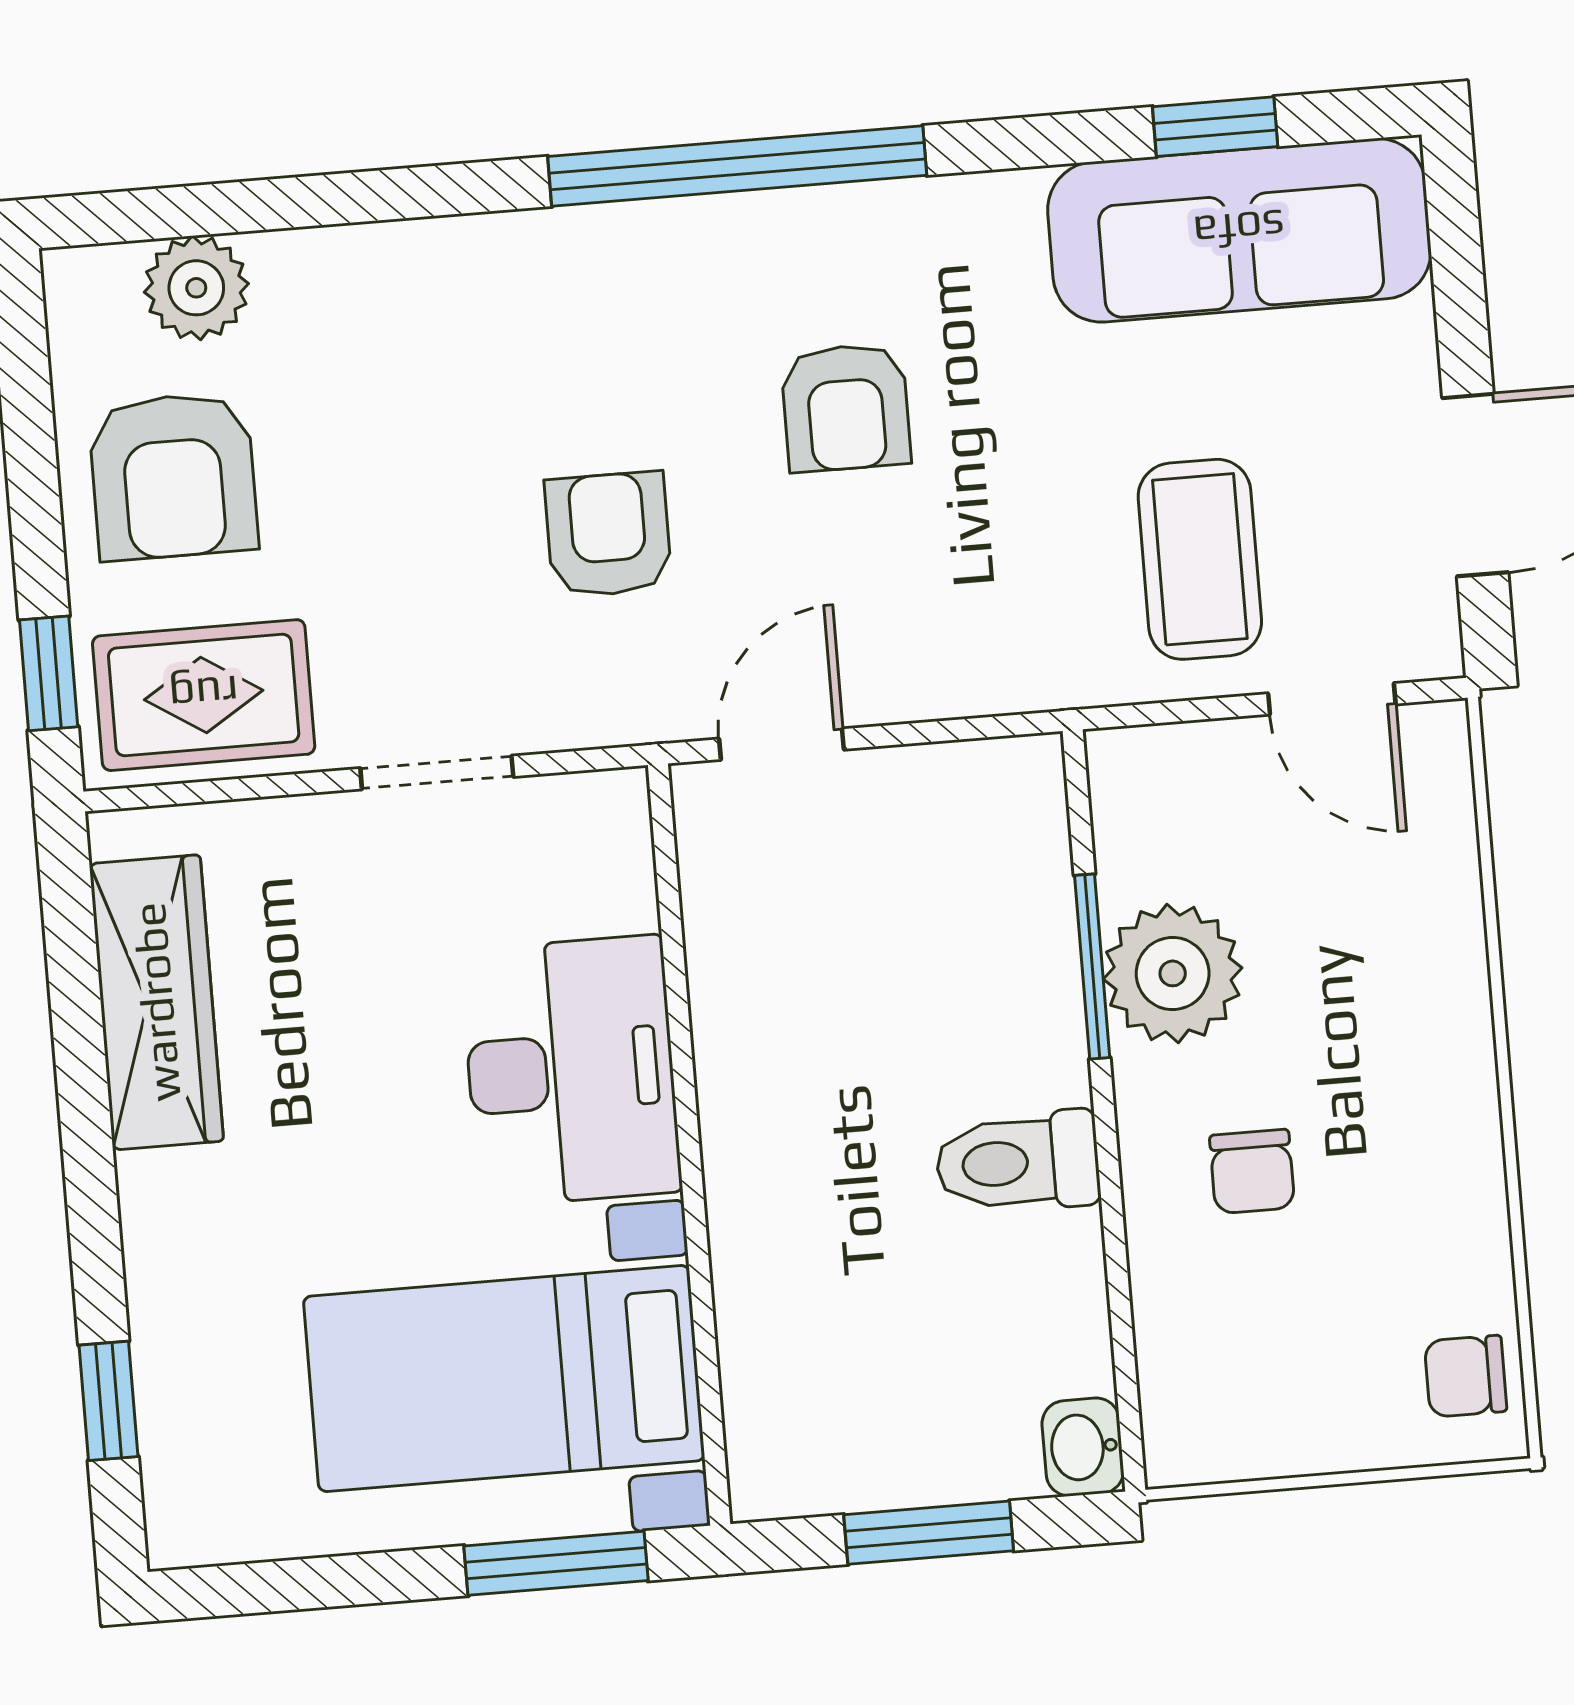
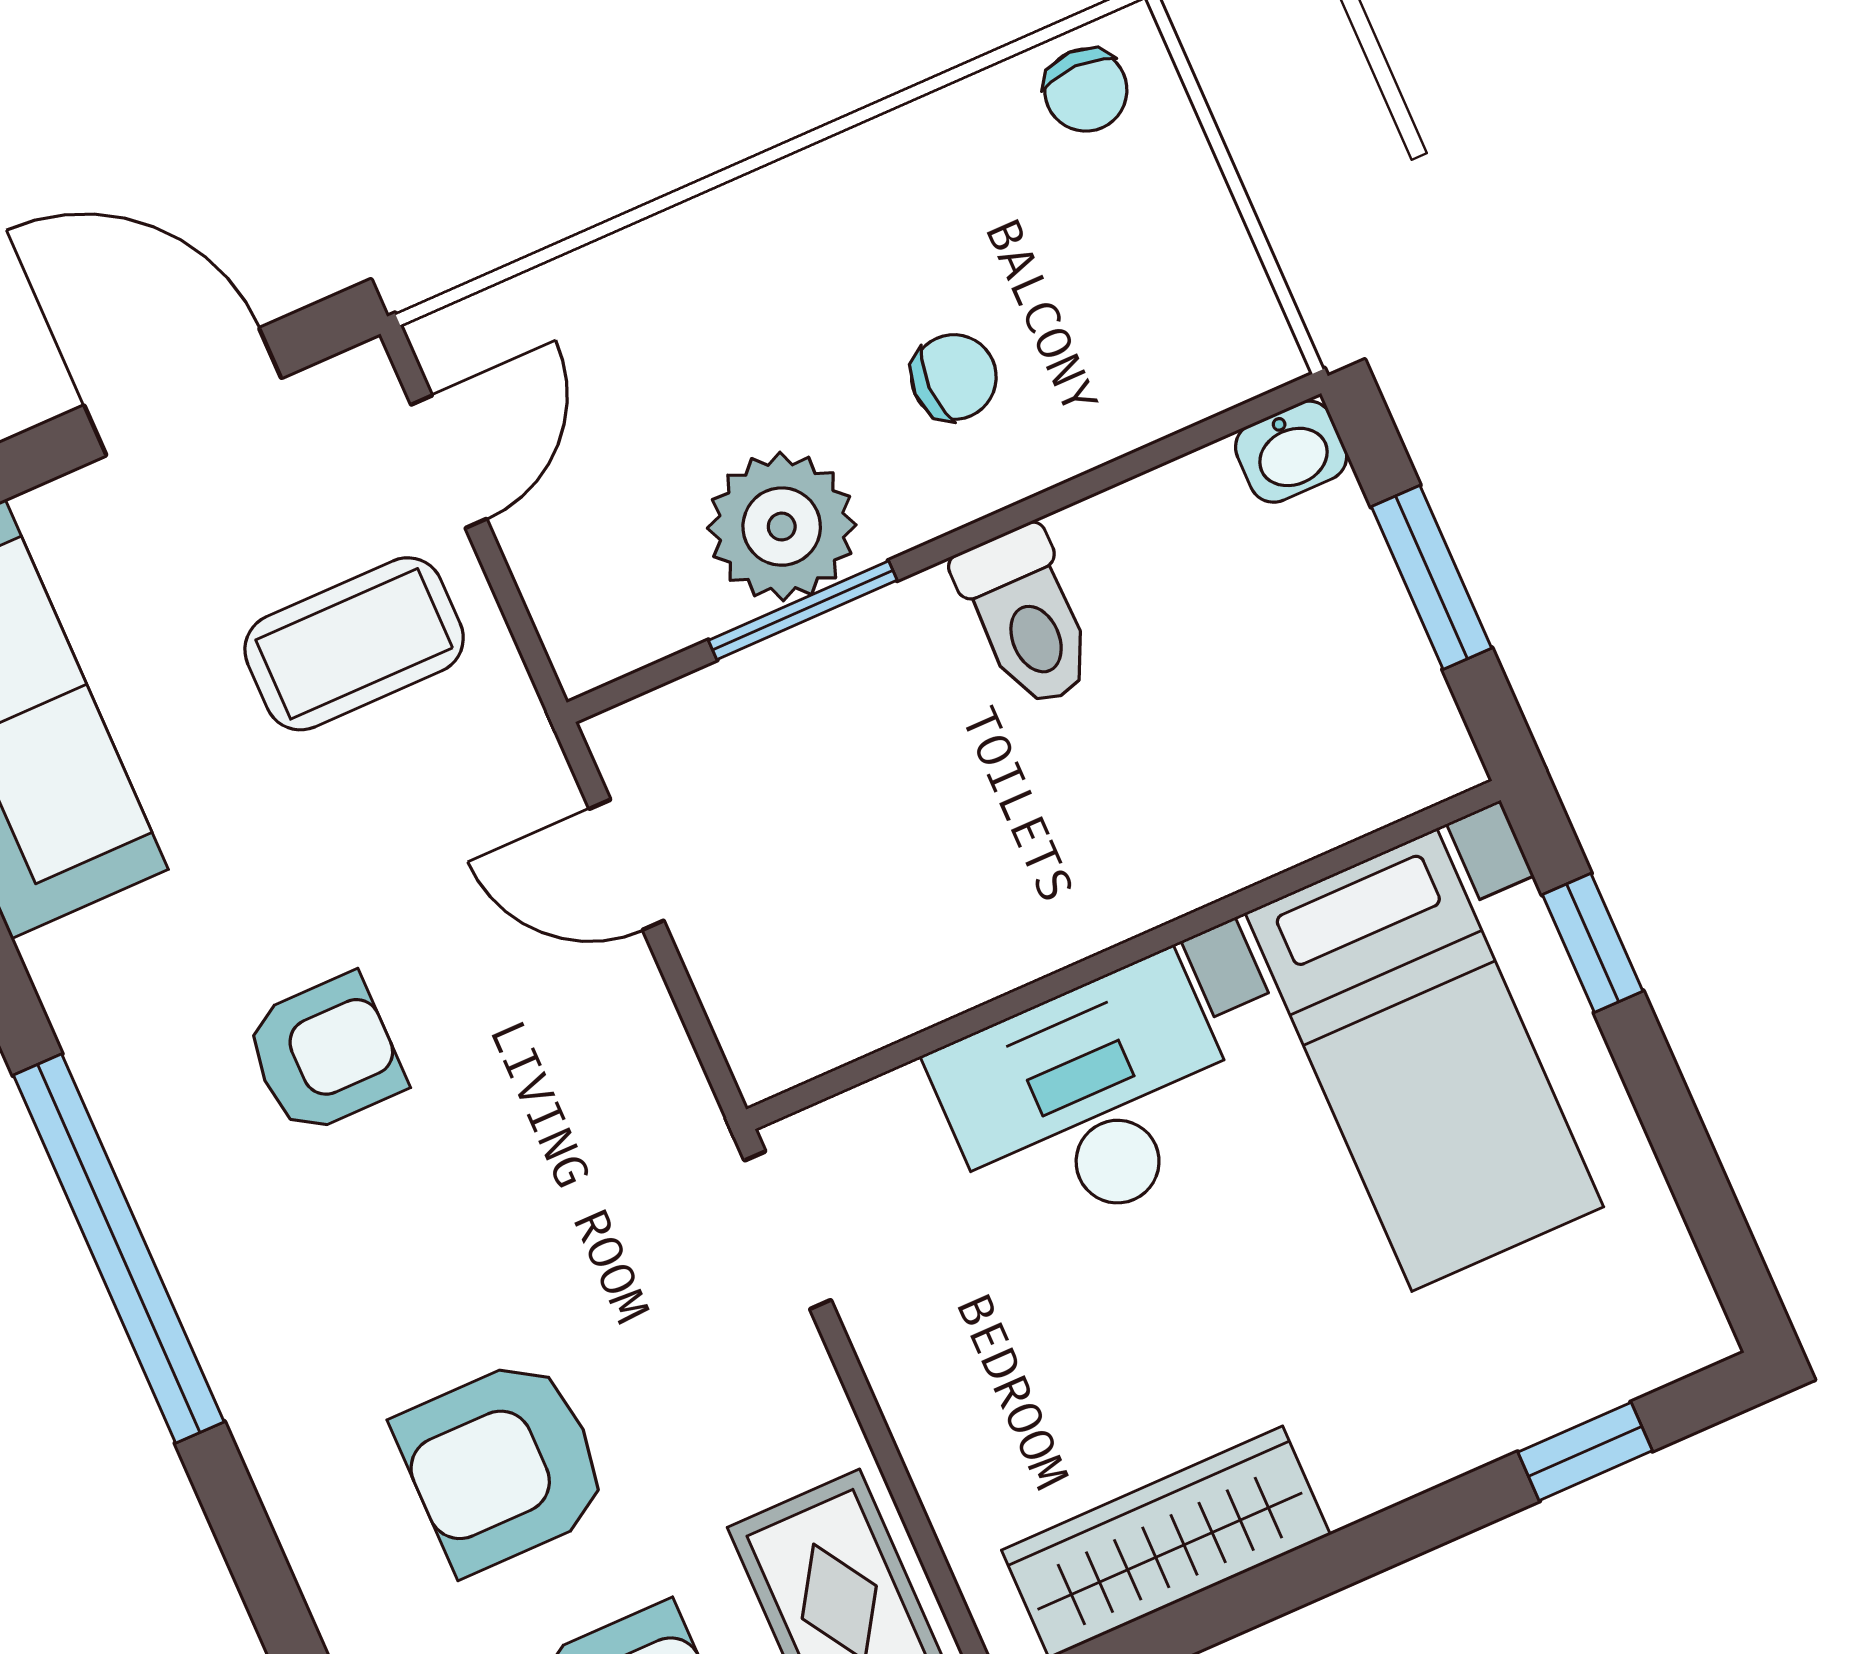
armchair: (608, 534) -> (503, 1465), moved, width x1.38, depth x1.38
door: (781, 744) -> (627, 865), moved
doorway: (437, 772) -> (788, 1230), moved
window: (556, 1563) -> (1593, 943), width x0.67

